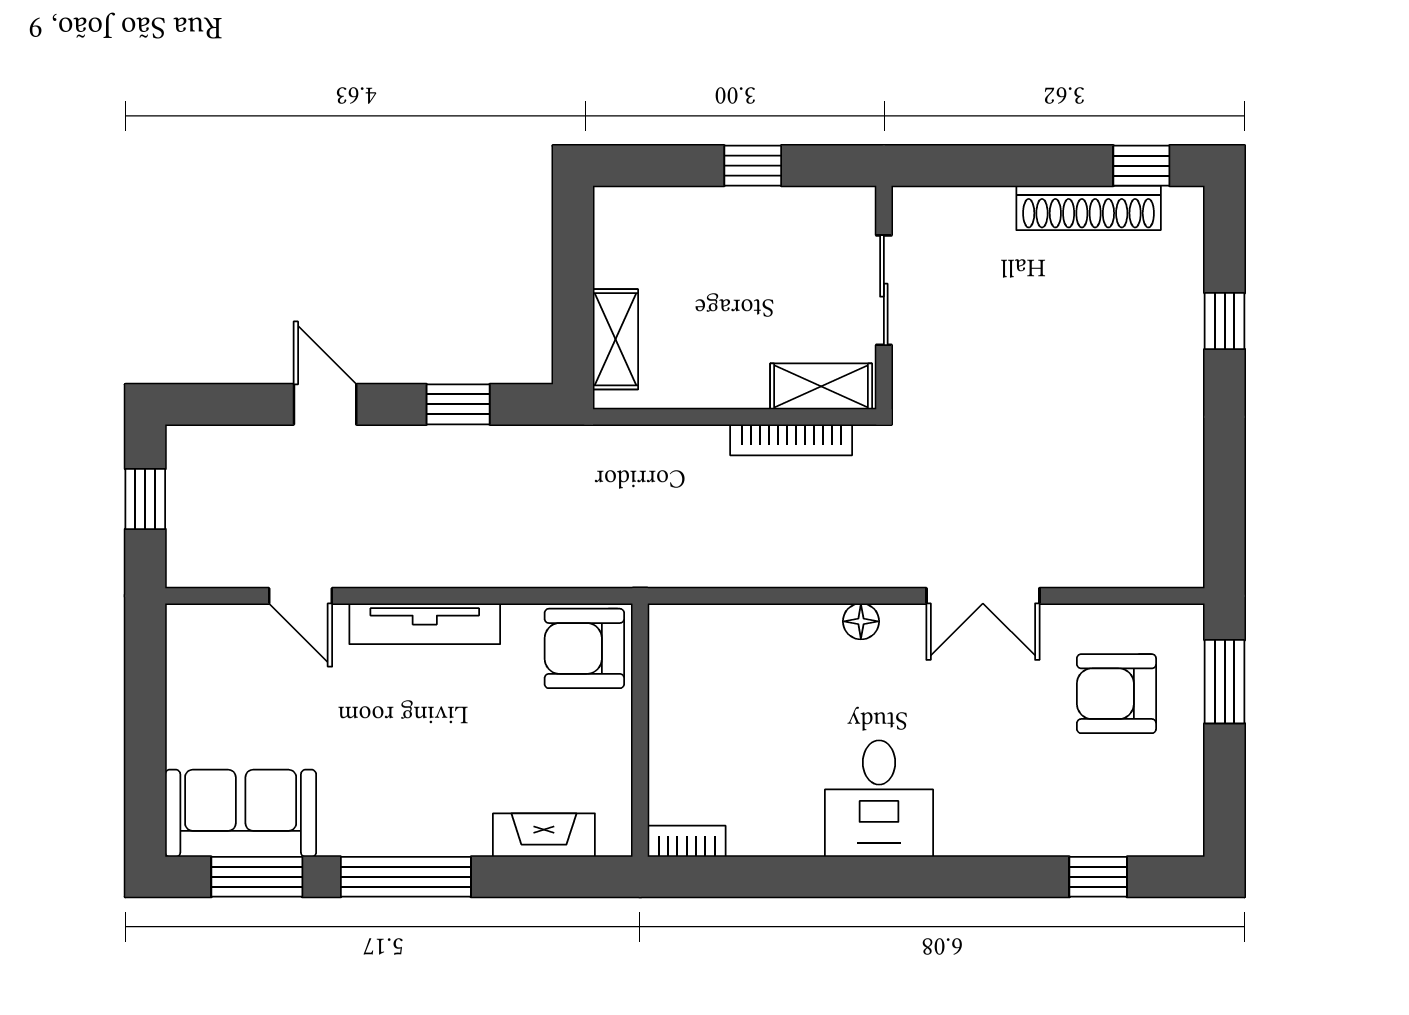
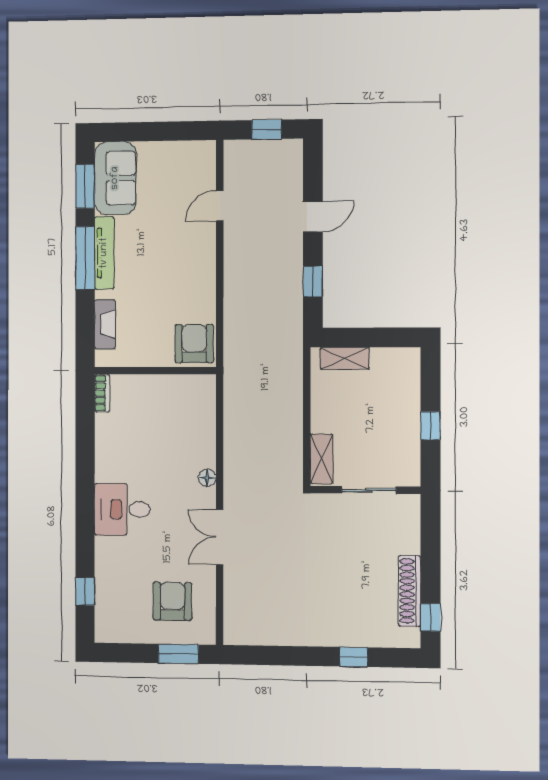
bookcase: (791, 440) -> (295, 444), removed
tv unit: (425, 624) -> (104, 253), moved, turned 180
desk: (879, 799) -> (122, 509), moved

